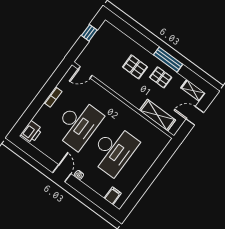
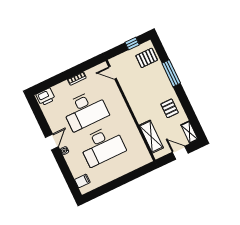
window: (168, 60) -> (171, 73), moved
pallet: (135, 67) -> (147, 58), moved, turned 90

